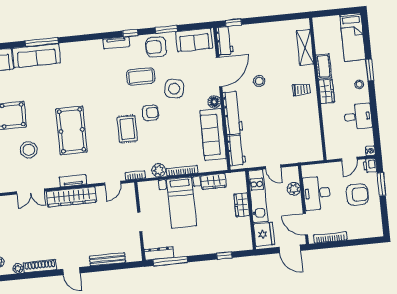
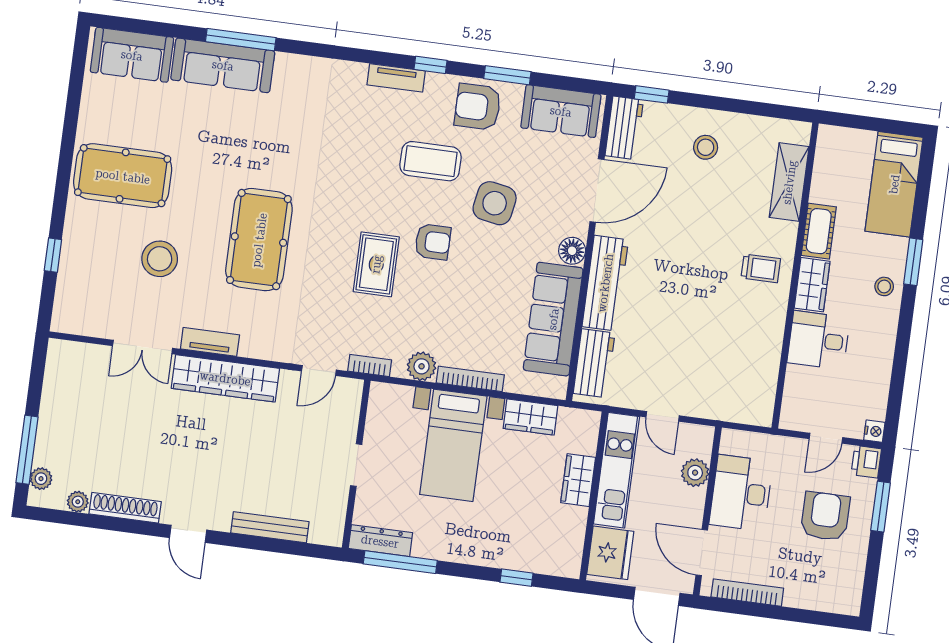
stool: (259, 81) -> (706, 147), moved
desk: (358, 117) -> (818, 340), moved, turned 180
tv unit: (73, 181) -> (210, 342), moved
armchair: (357, 195) -> (825, 516), turned -90

